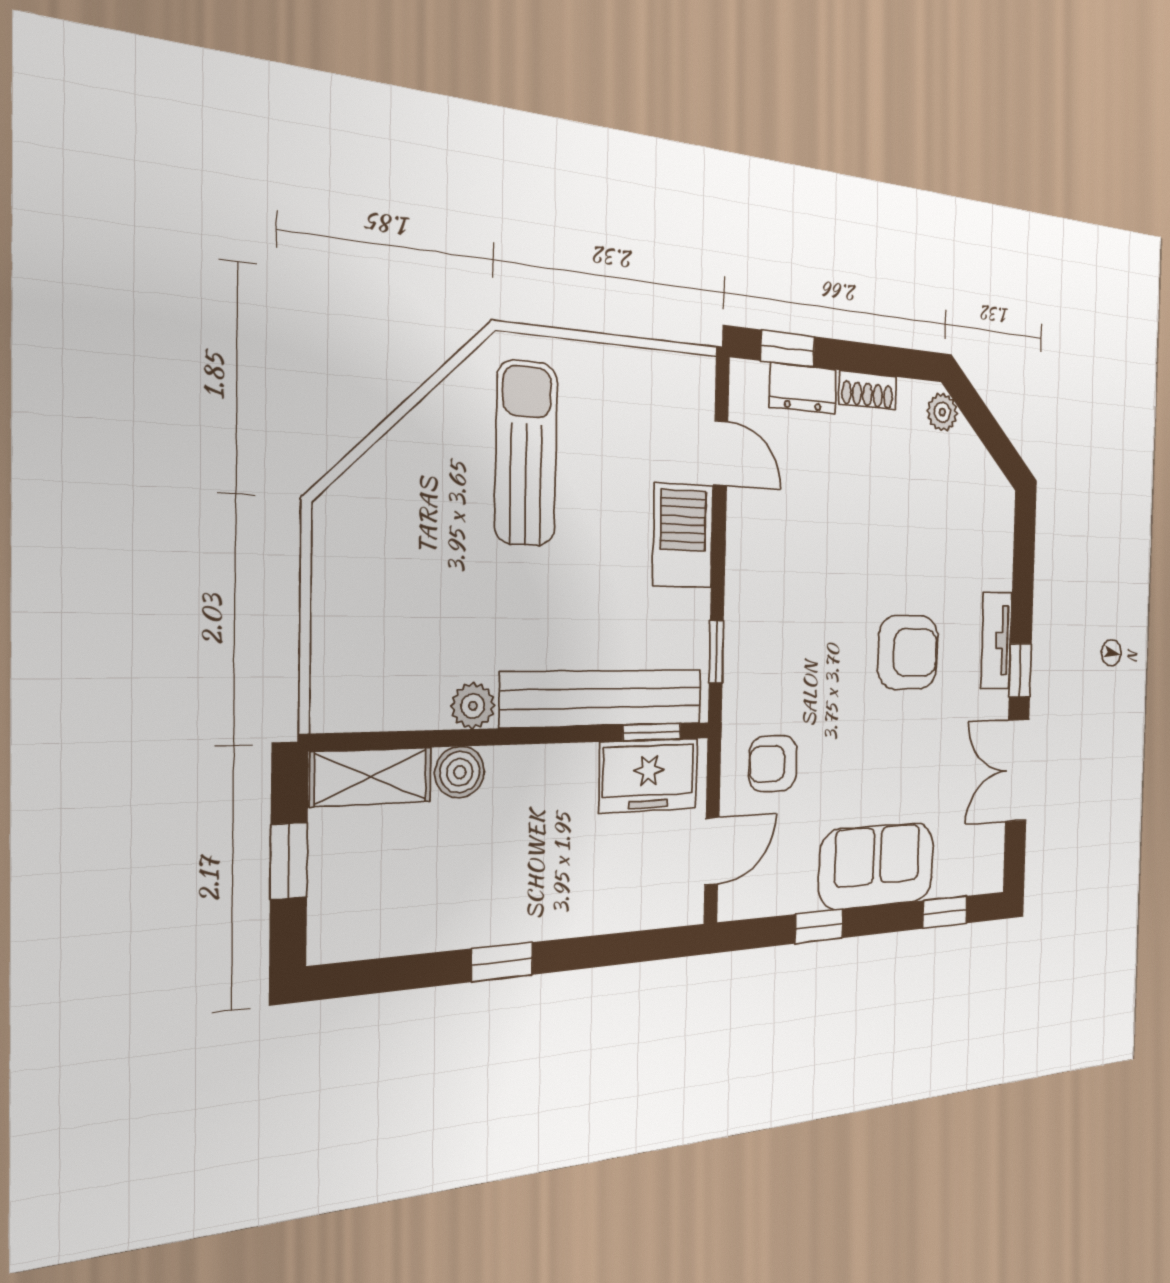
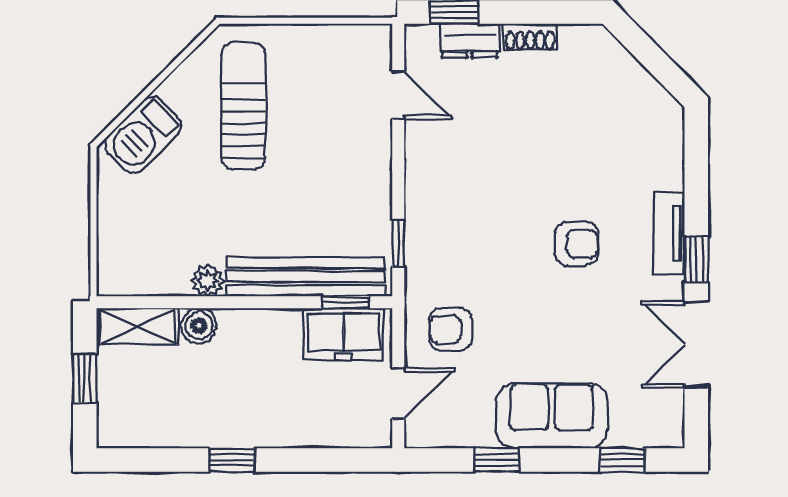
plant: (942, 412) -> (605, 48), removed
barbecue: (683, 536) -> (143, 135), moved, turned -135
armchair: (908, 652) -> (577, 244), width x0.72, depth x0.72

